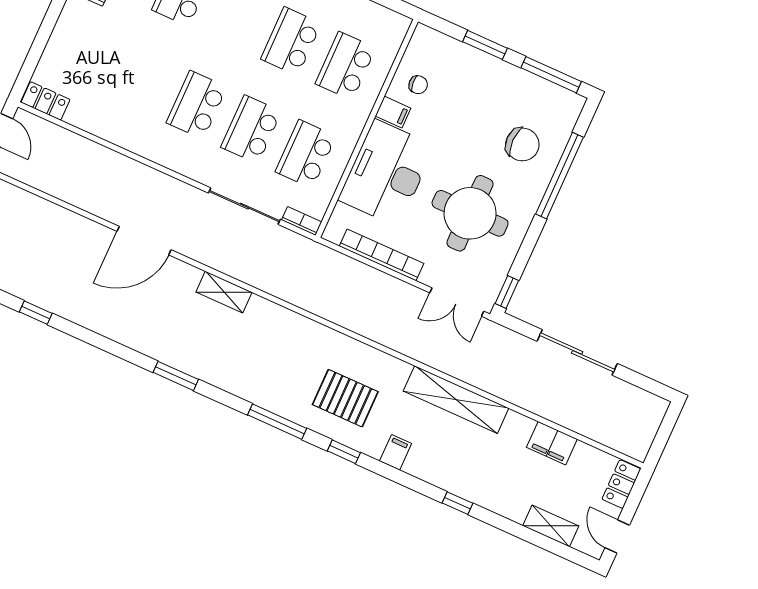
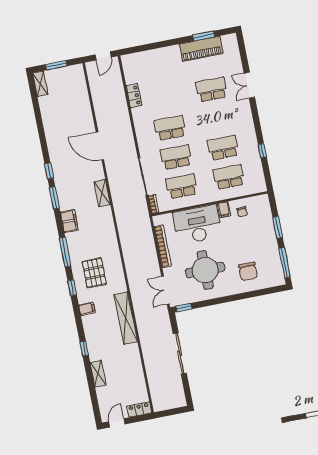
locker: (46, 101) -> (134, 96), moved
window: (559, 176) -> (246, 295), removed
window: (36, 313) -> (49, 171), moved
filing cabinet: (552, 443) -> (69, 221), moved, turned 180
shelving: (551, 526) -> (98, 374), moved

